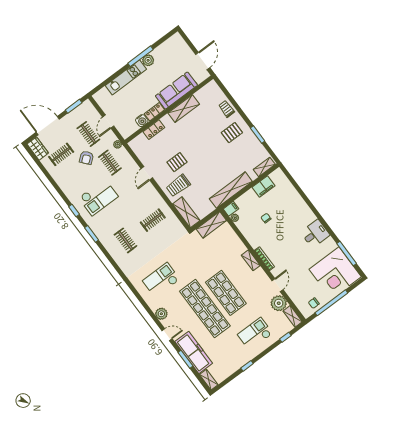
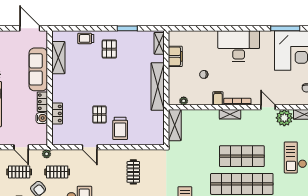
shelving: (184, 109) -> (58, 58), moved
filing cabinet: (231, 209) -> (218, 98), moved
shelving: (186, 212) -> (148, 139), removed
desk: (315, 234) -> (239, 46), width x1.87, depth x1.30

